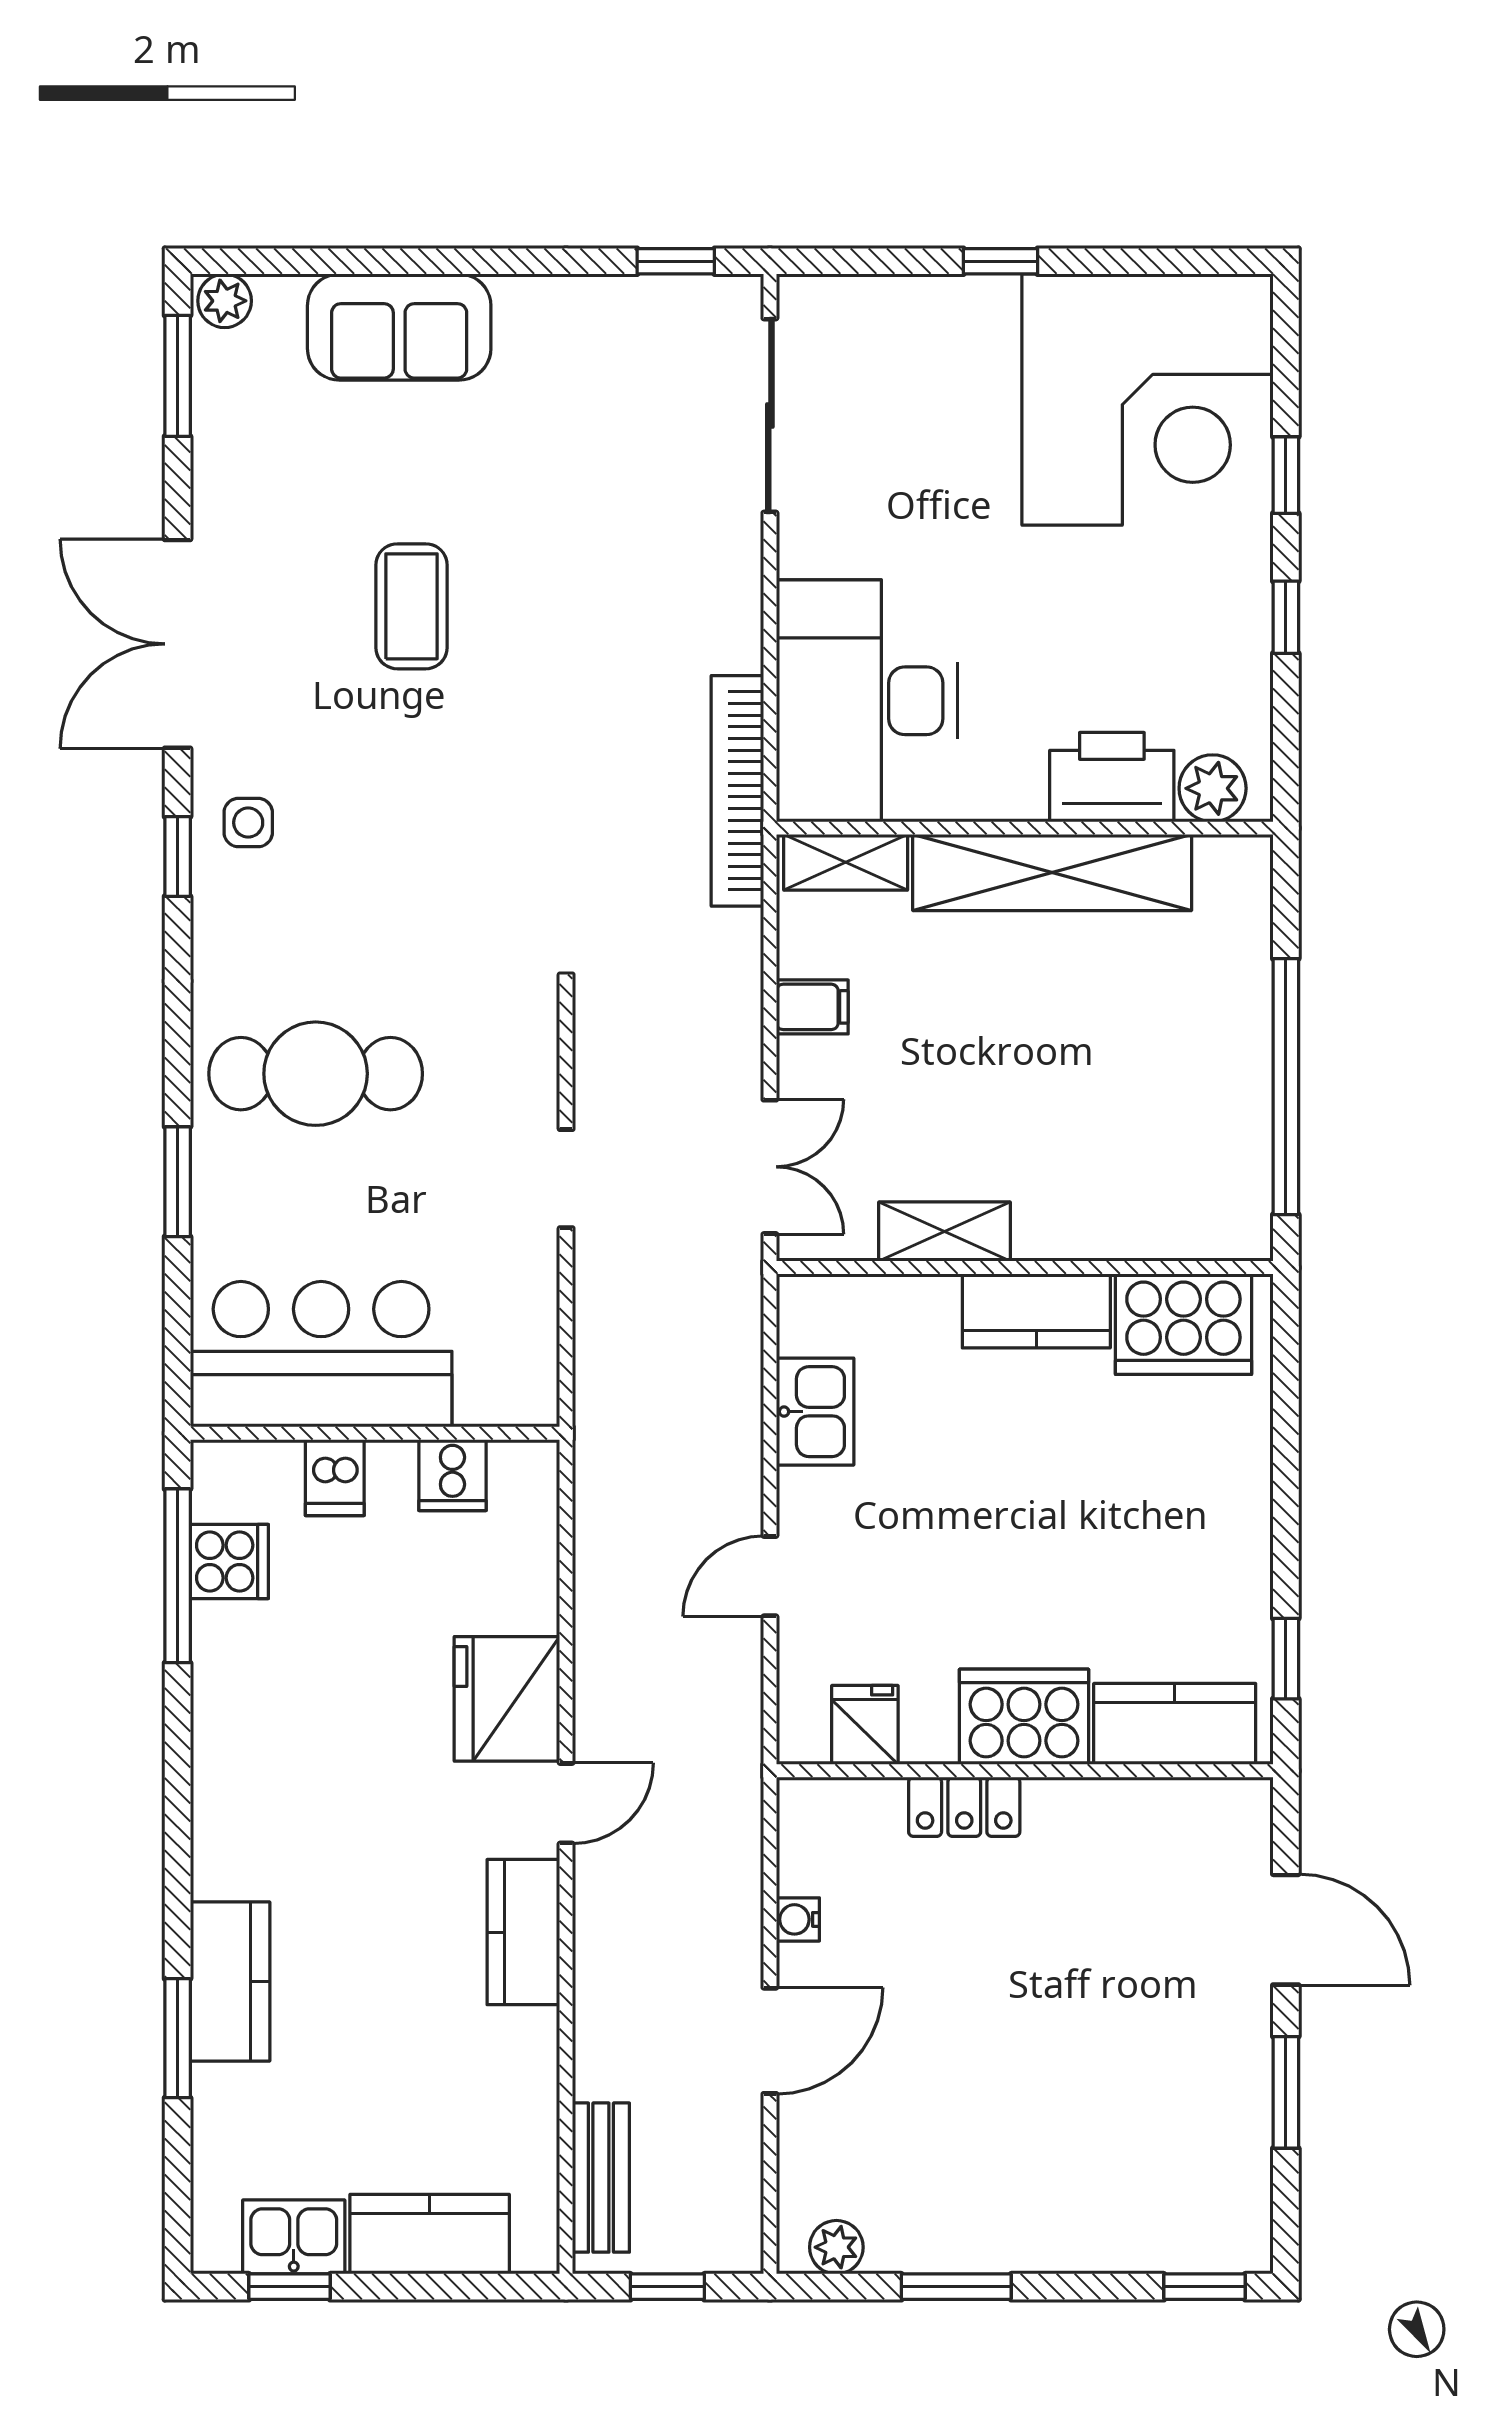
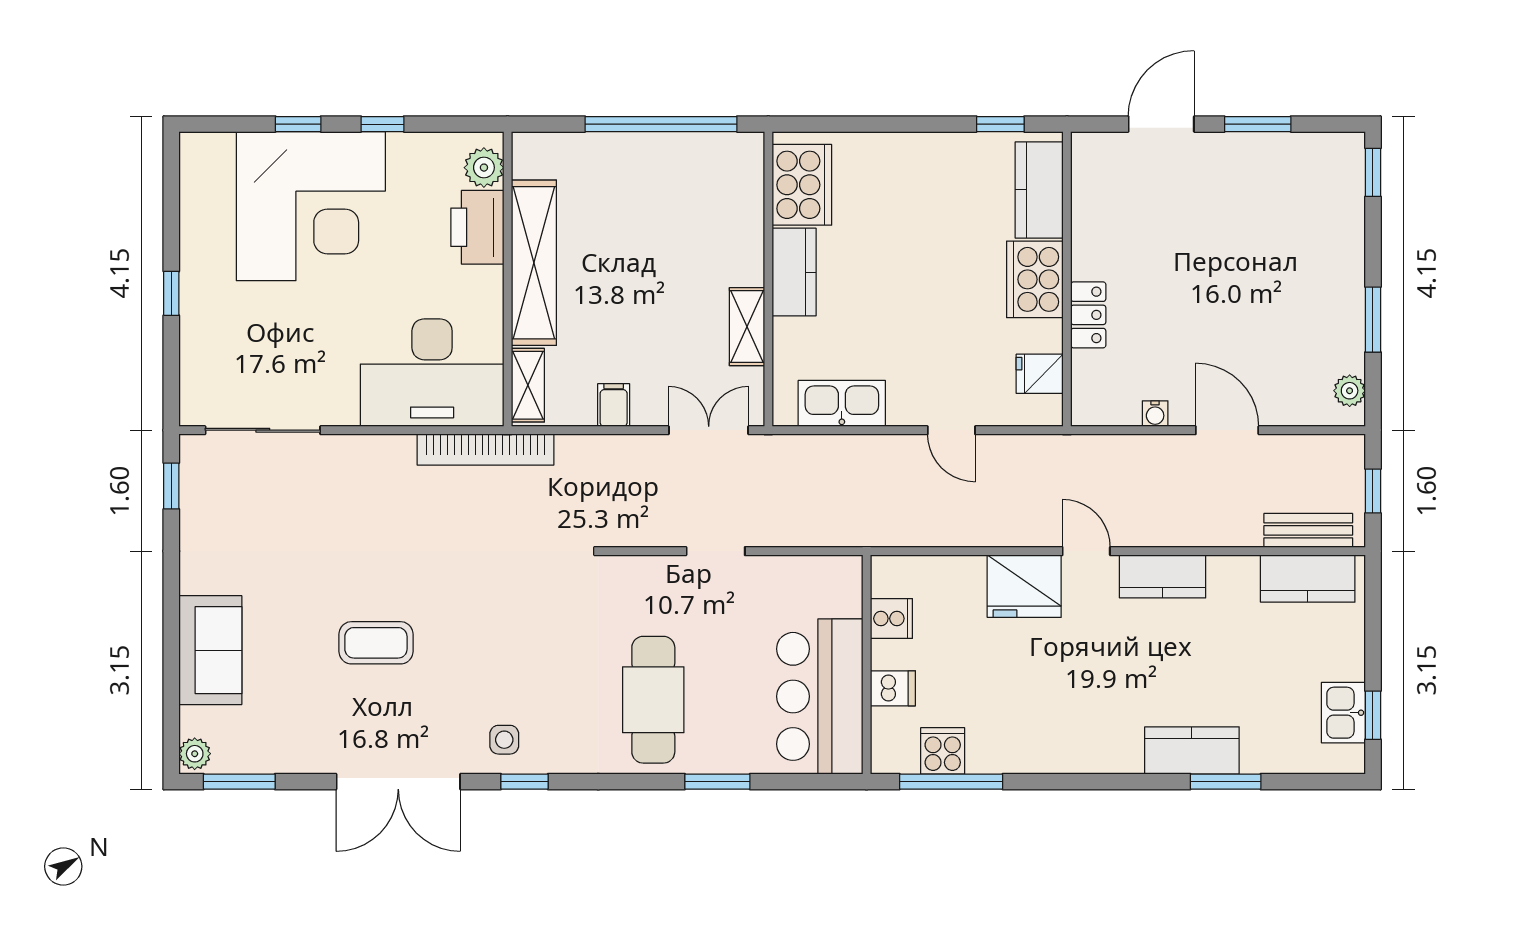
corner desk: (1147, 400) -> (311, 206), moved, turned 90
kitchen sink: (815, 1412) -> (842, 403), width x1.38
kitchen counter: (430, 2234) -> (1308, 579), moved, turned -90

